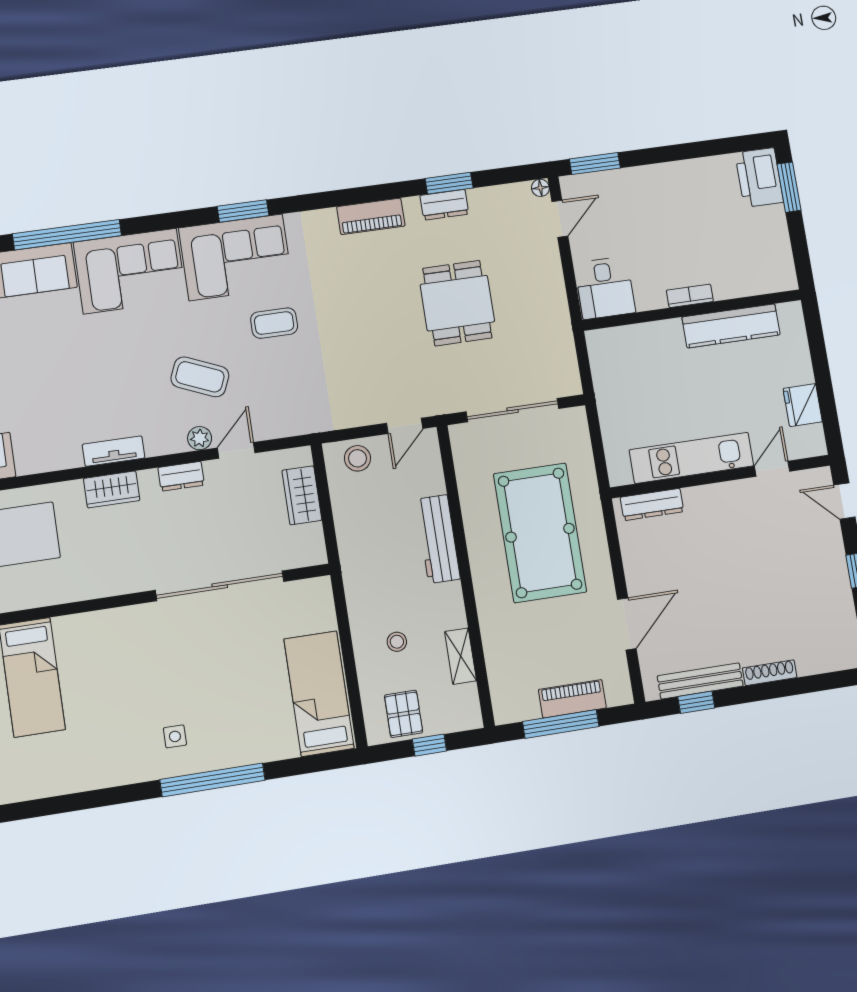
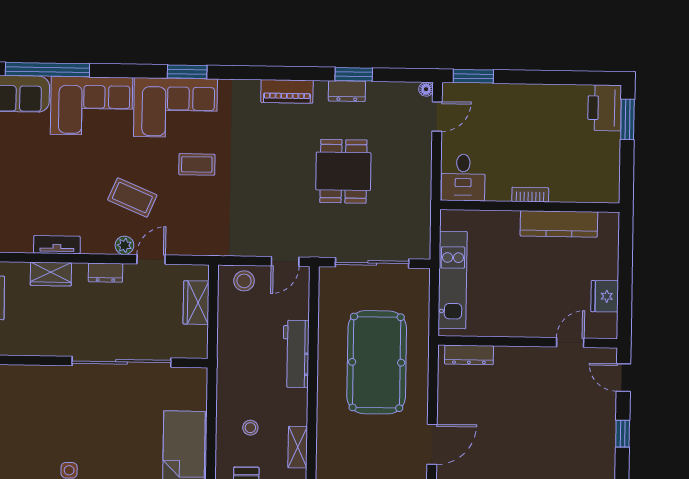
kitchen unit: (691, 458) -> (453, 280), moved, turned 90

